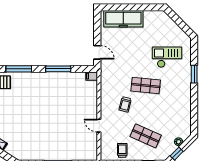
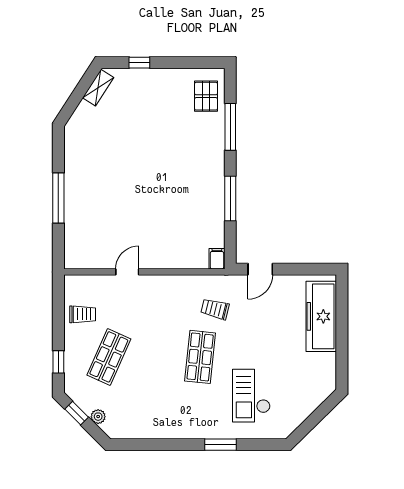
checkout: (167, 57) -> (251, 396), turned 180
trolley: (125, 104) -> (215, 309), moved

